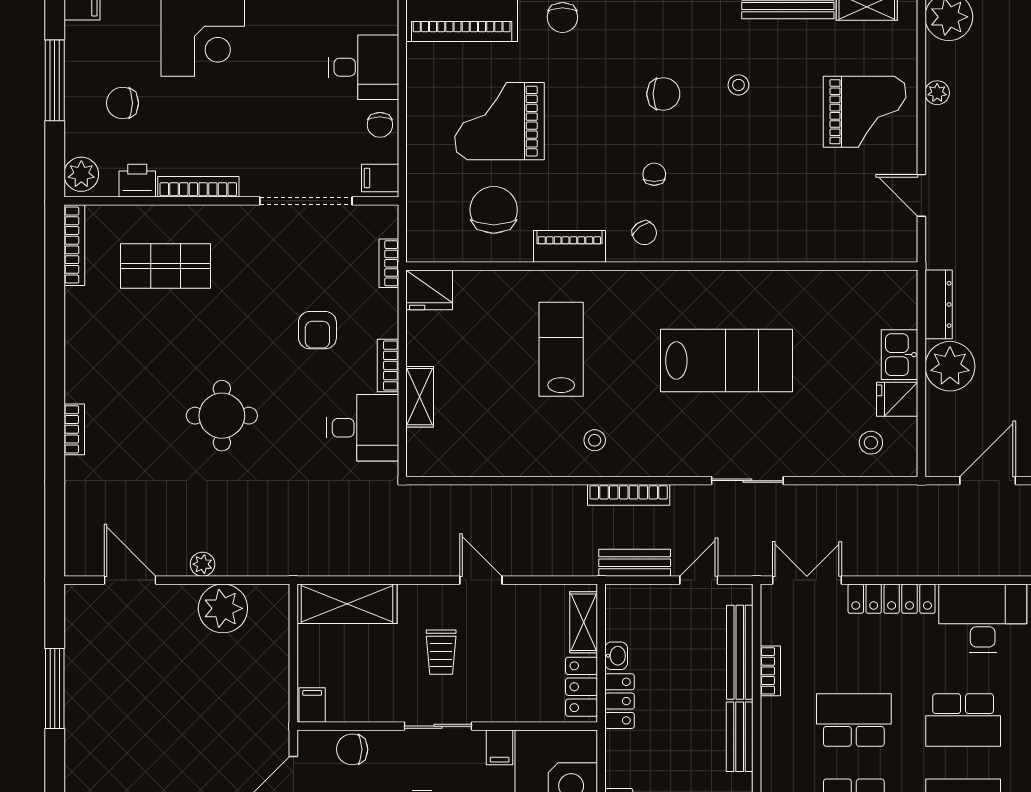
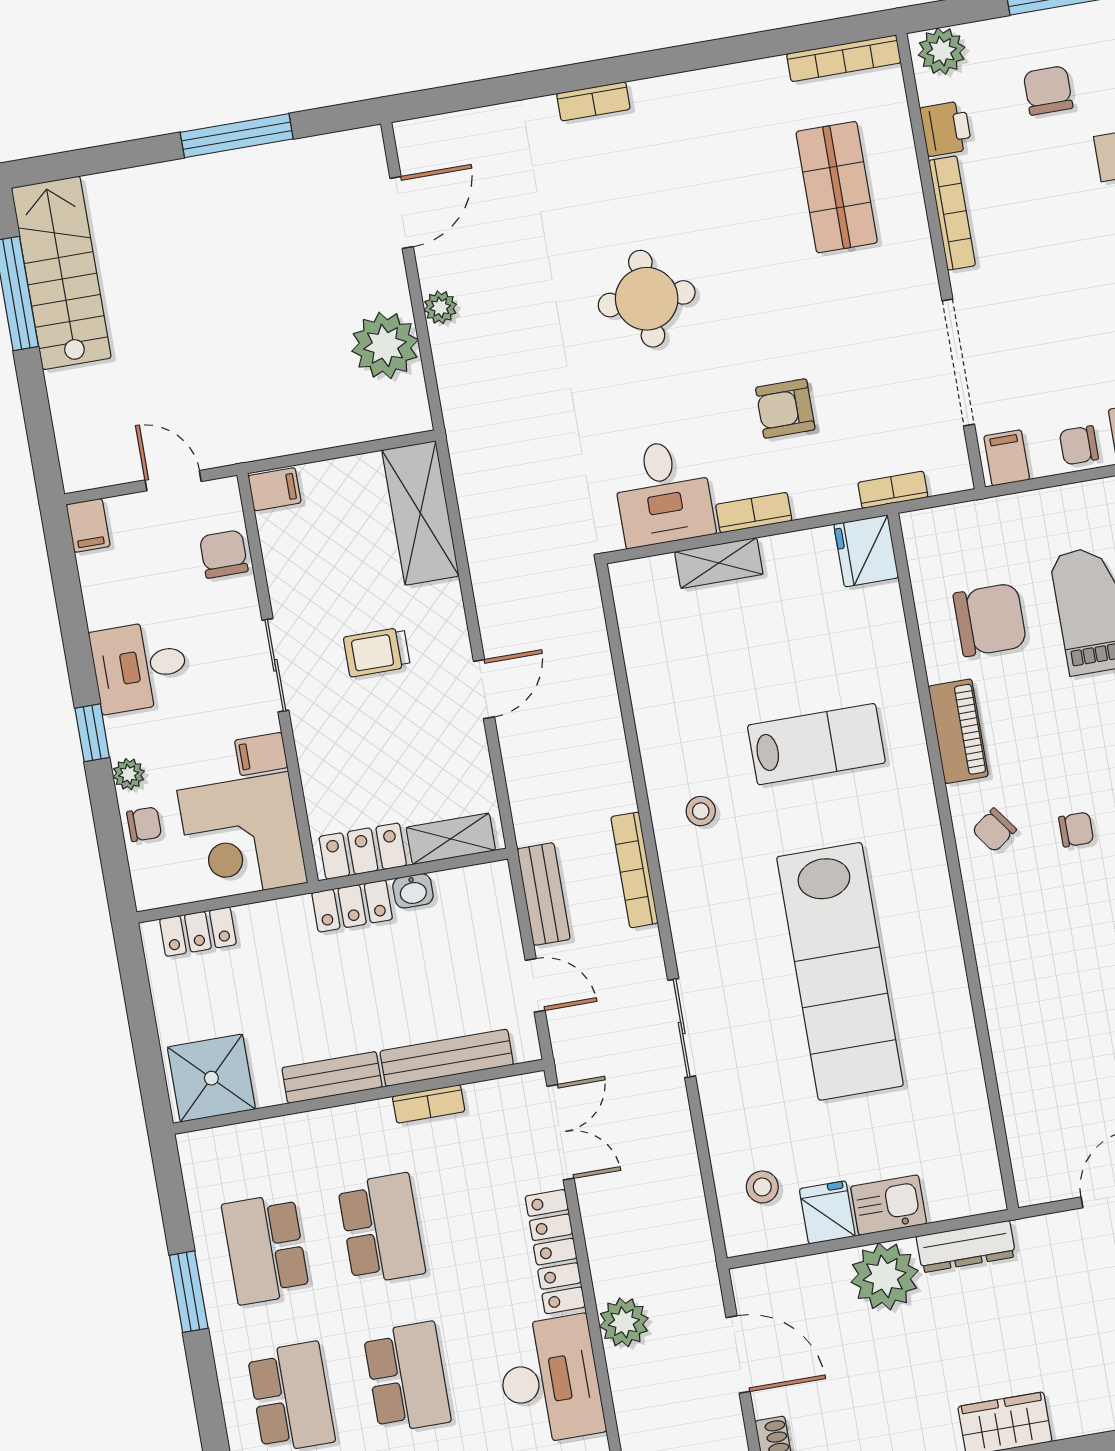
lab bench: (726, 360) -> (840, 971), width x1.36
plant: (951, 558) -> (624, 1322), added
school desk: (963, 720) -> (407, 1377), turned 180

